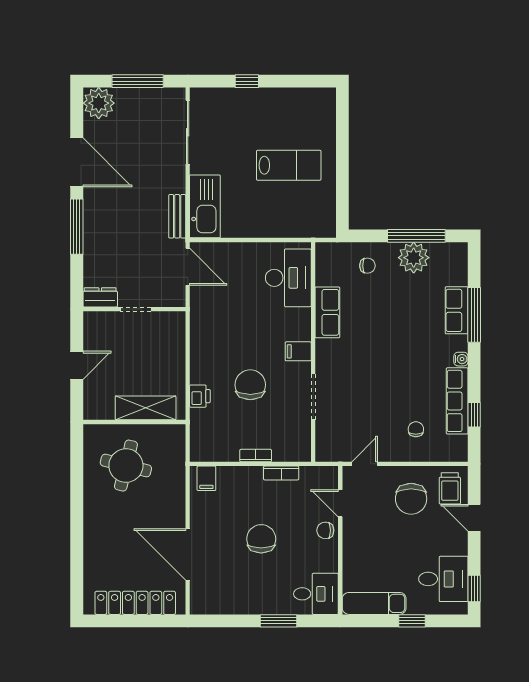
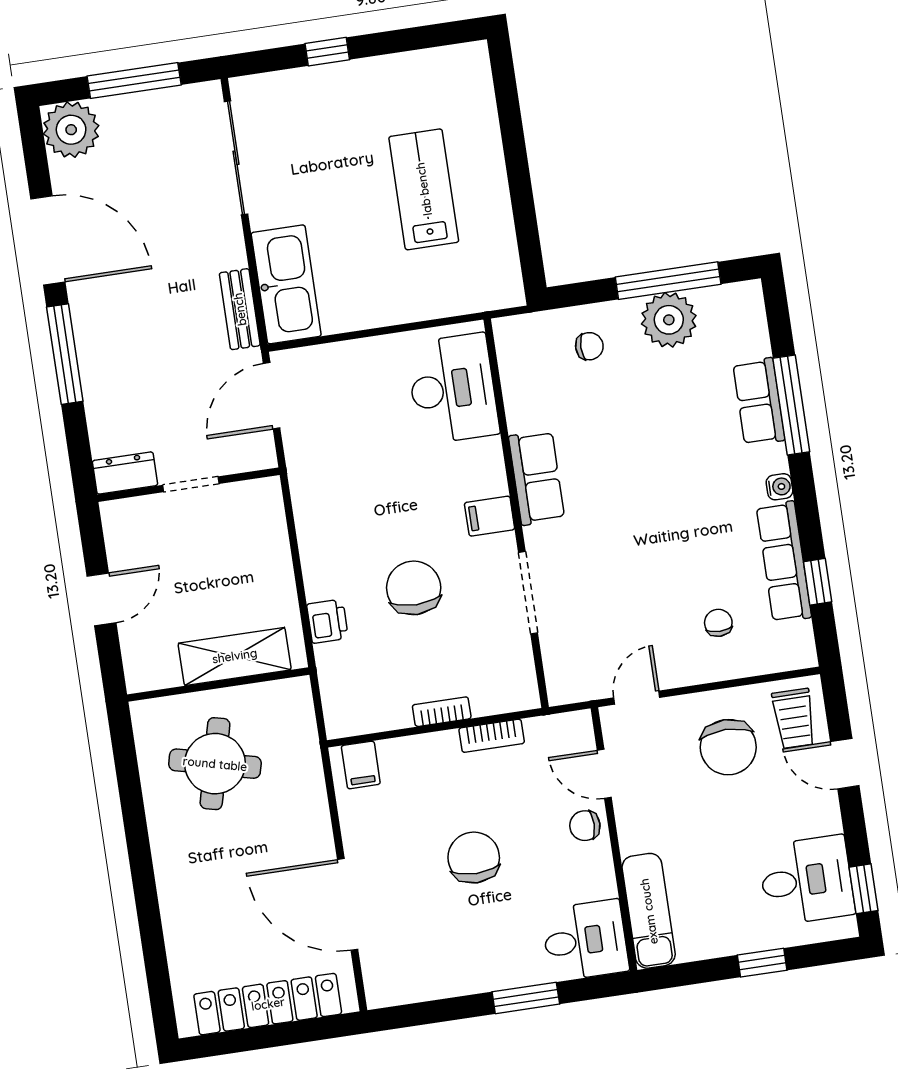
lab bench: (289, 165) -> (424, 189), turned -90
door: (188, 267) -> (272, 396), swing flipped
row of seats: (327, 312) -> (537, 478), moved
exam couch: (374, 603) -> (649, 911), moved, turned 90

